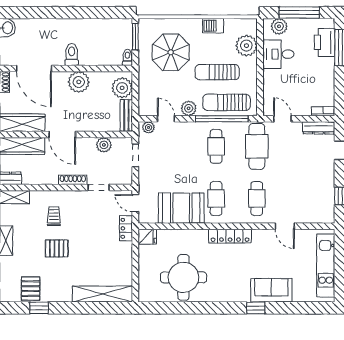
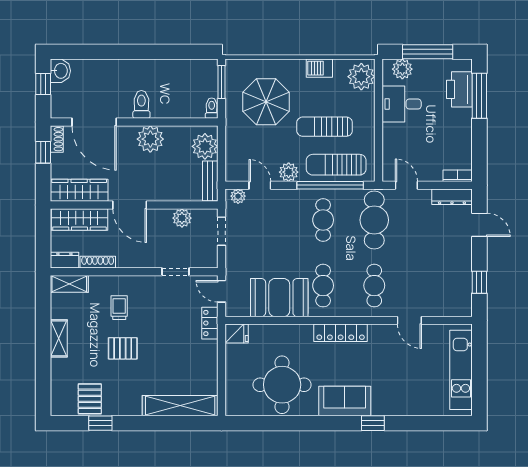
plant: (246, 46) -> (361, 77), moved
shoe rack: (73, 180) -> (98, 262), moved
sofa: (271, 290) -> (345, 401), moved

